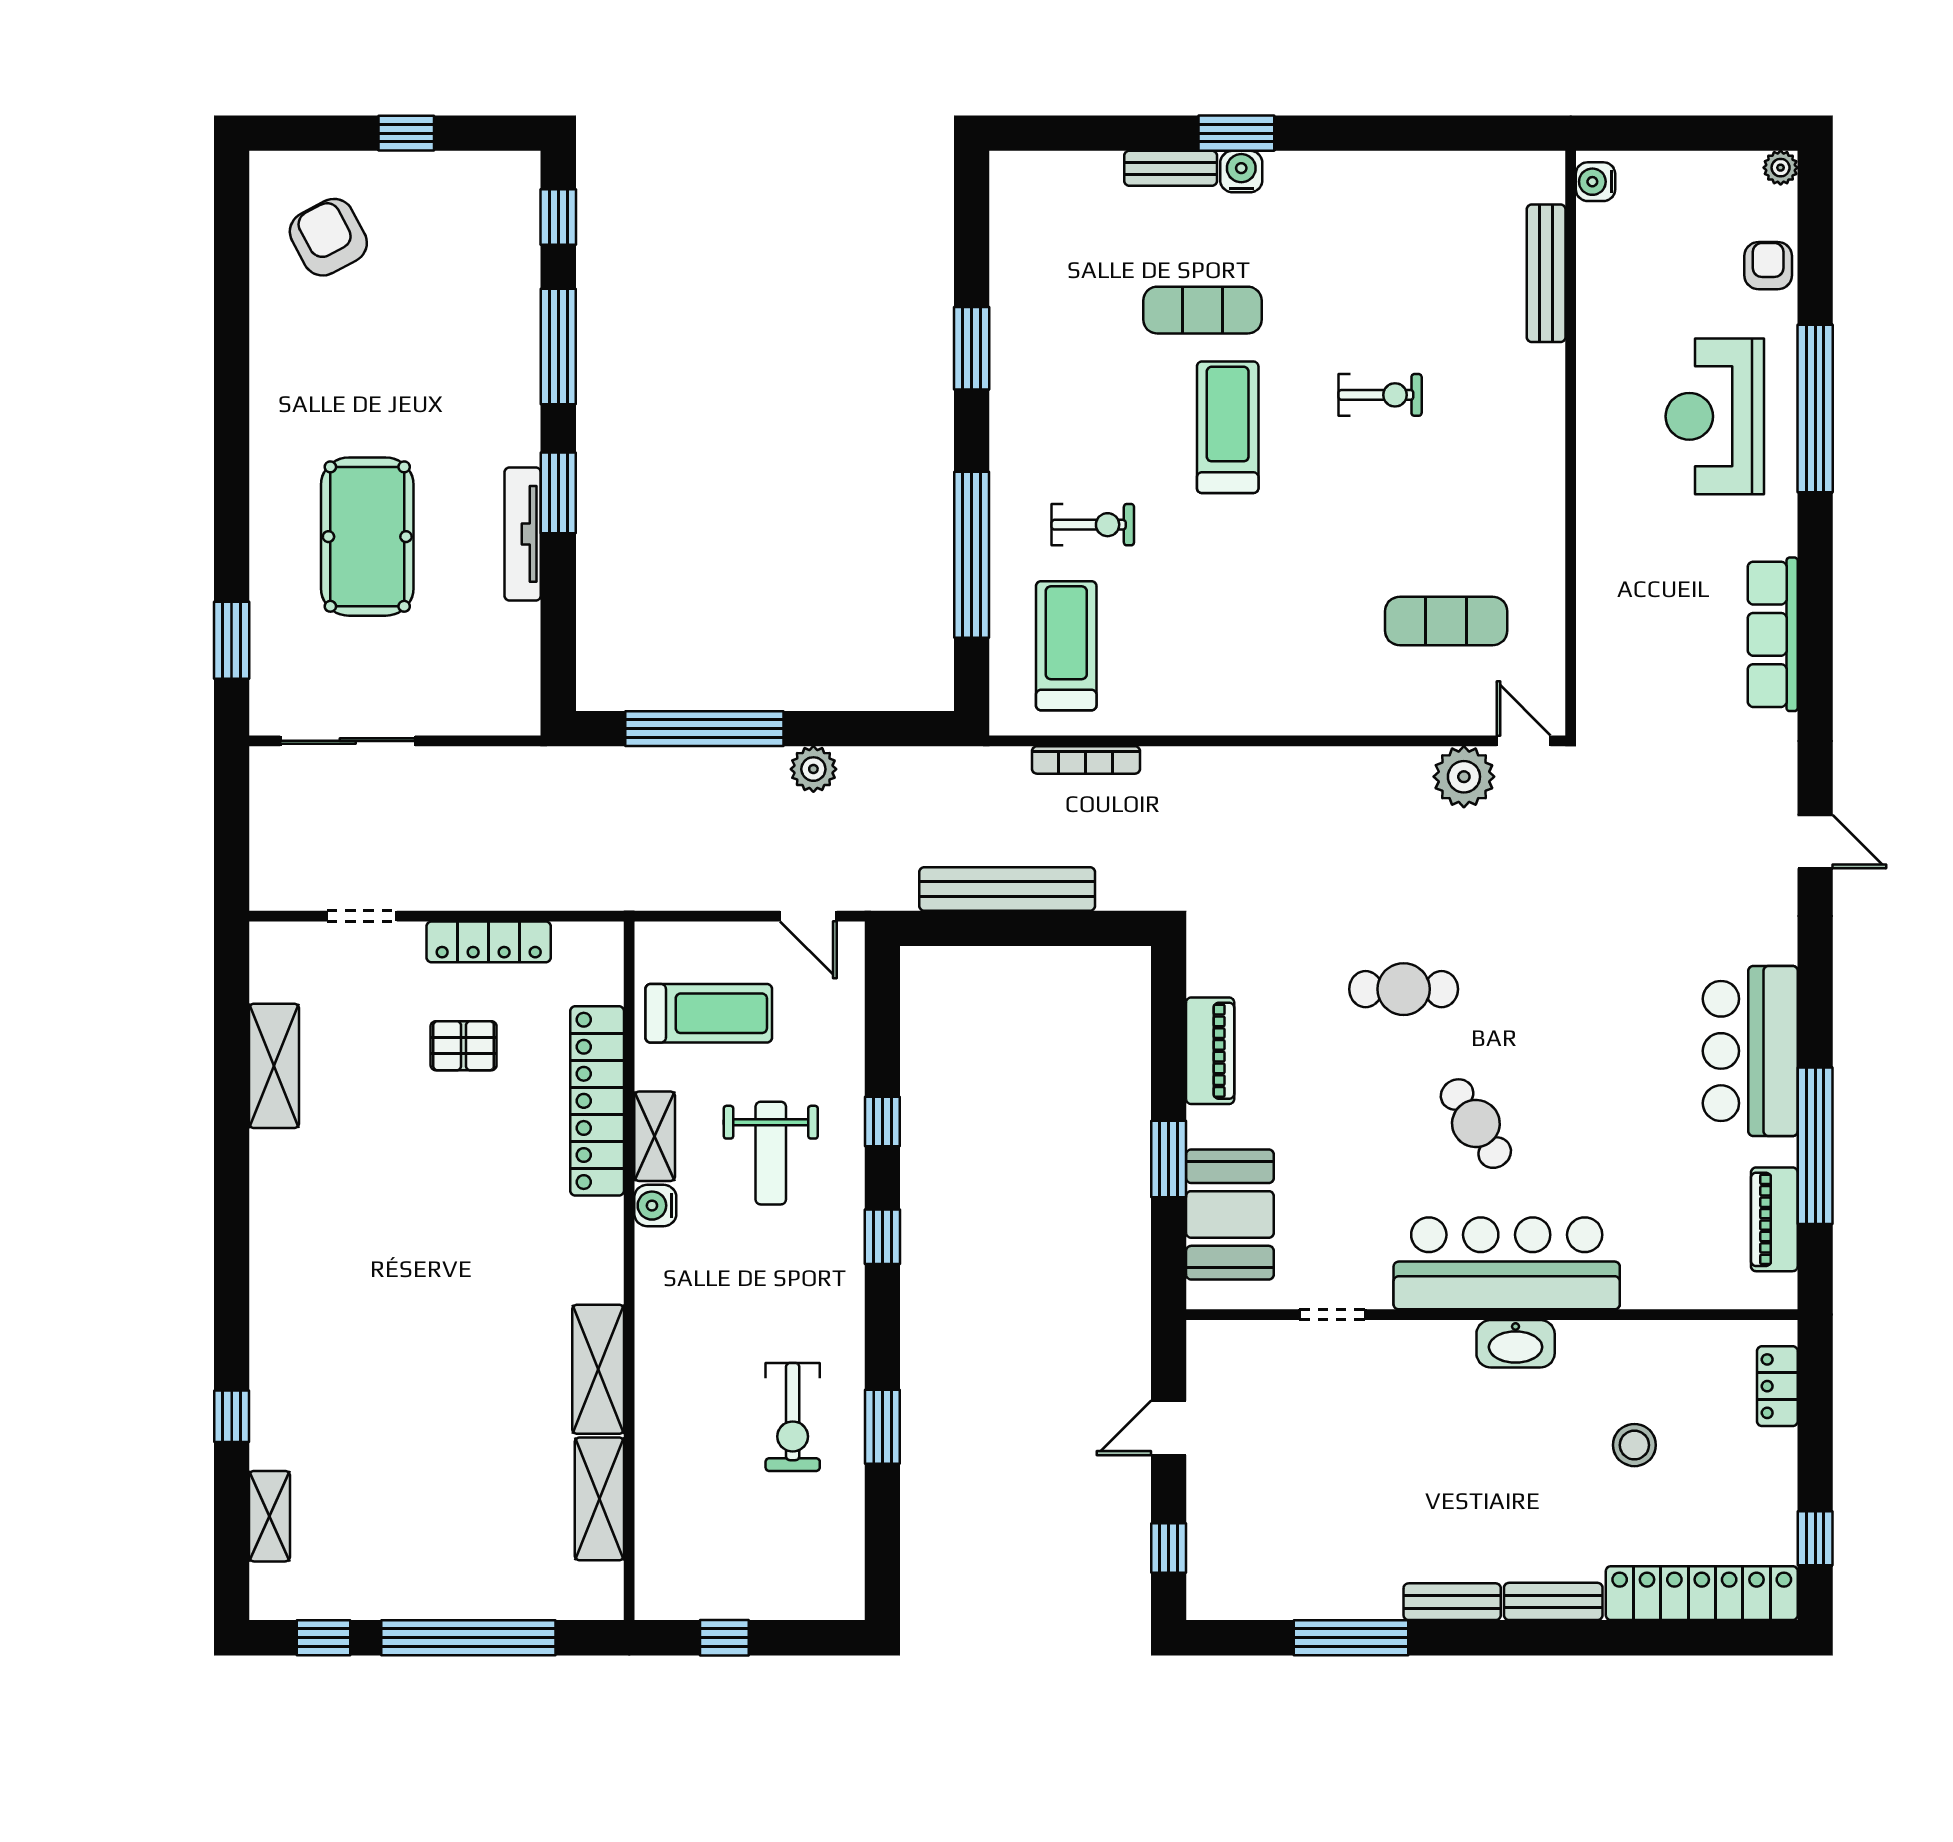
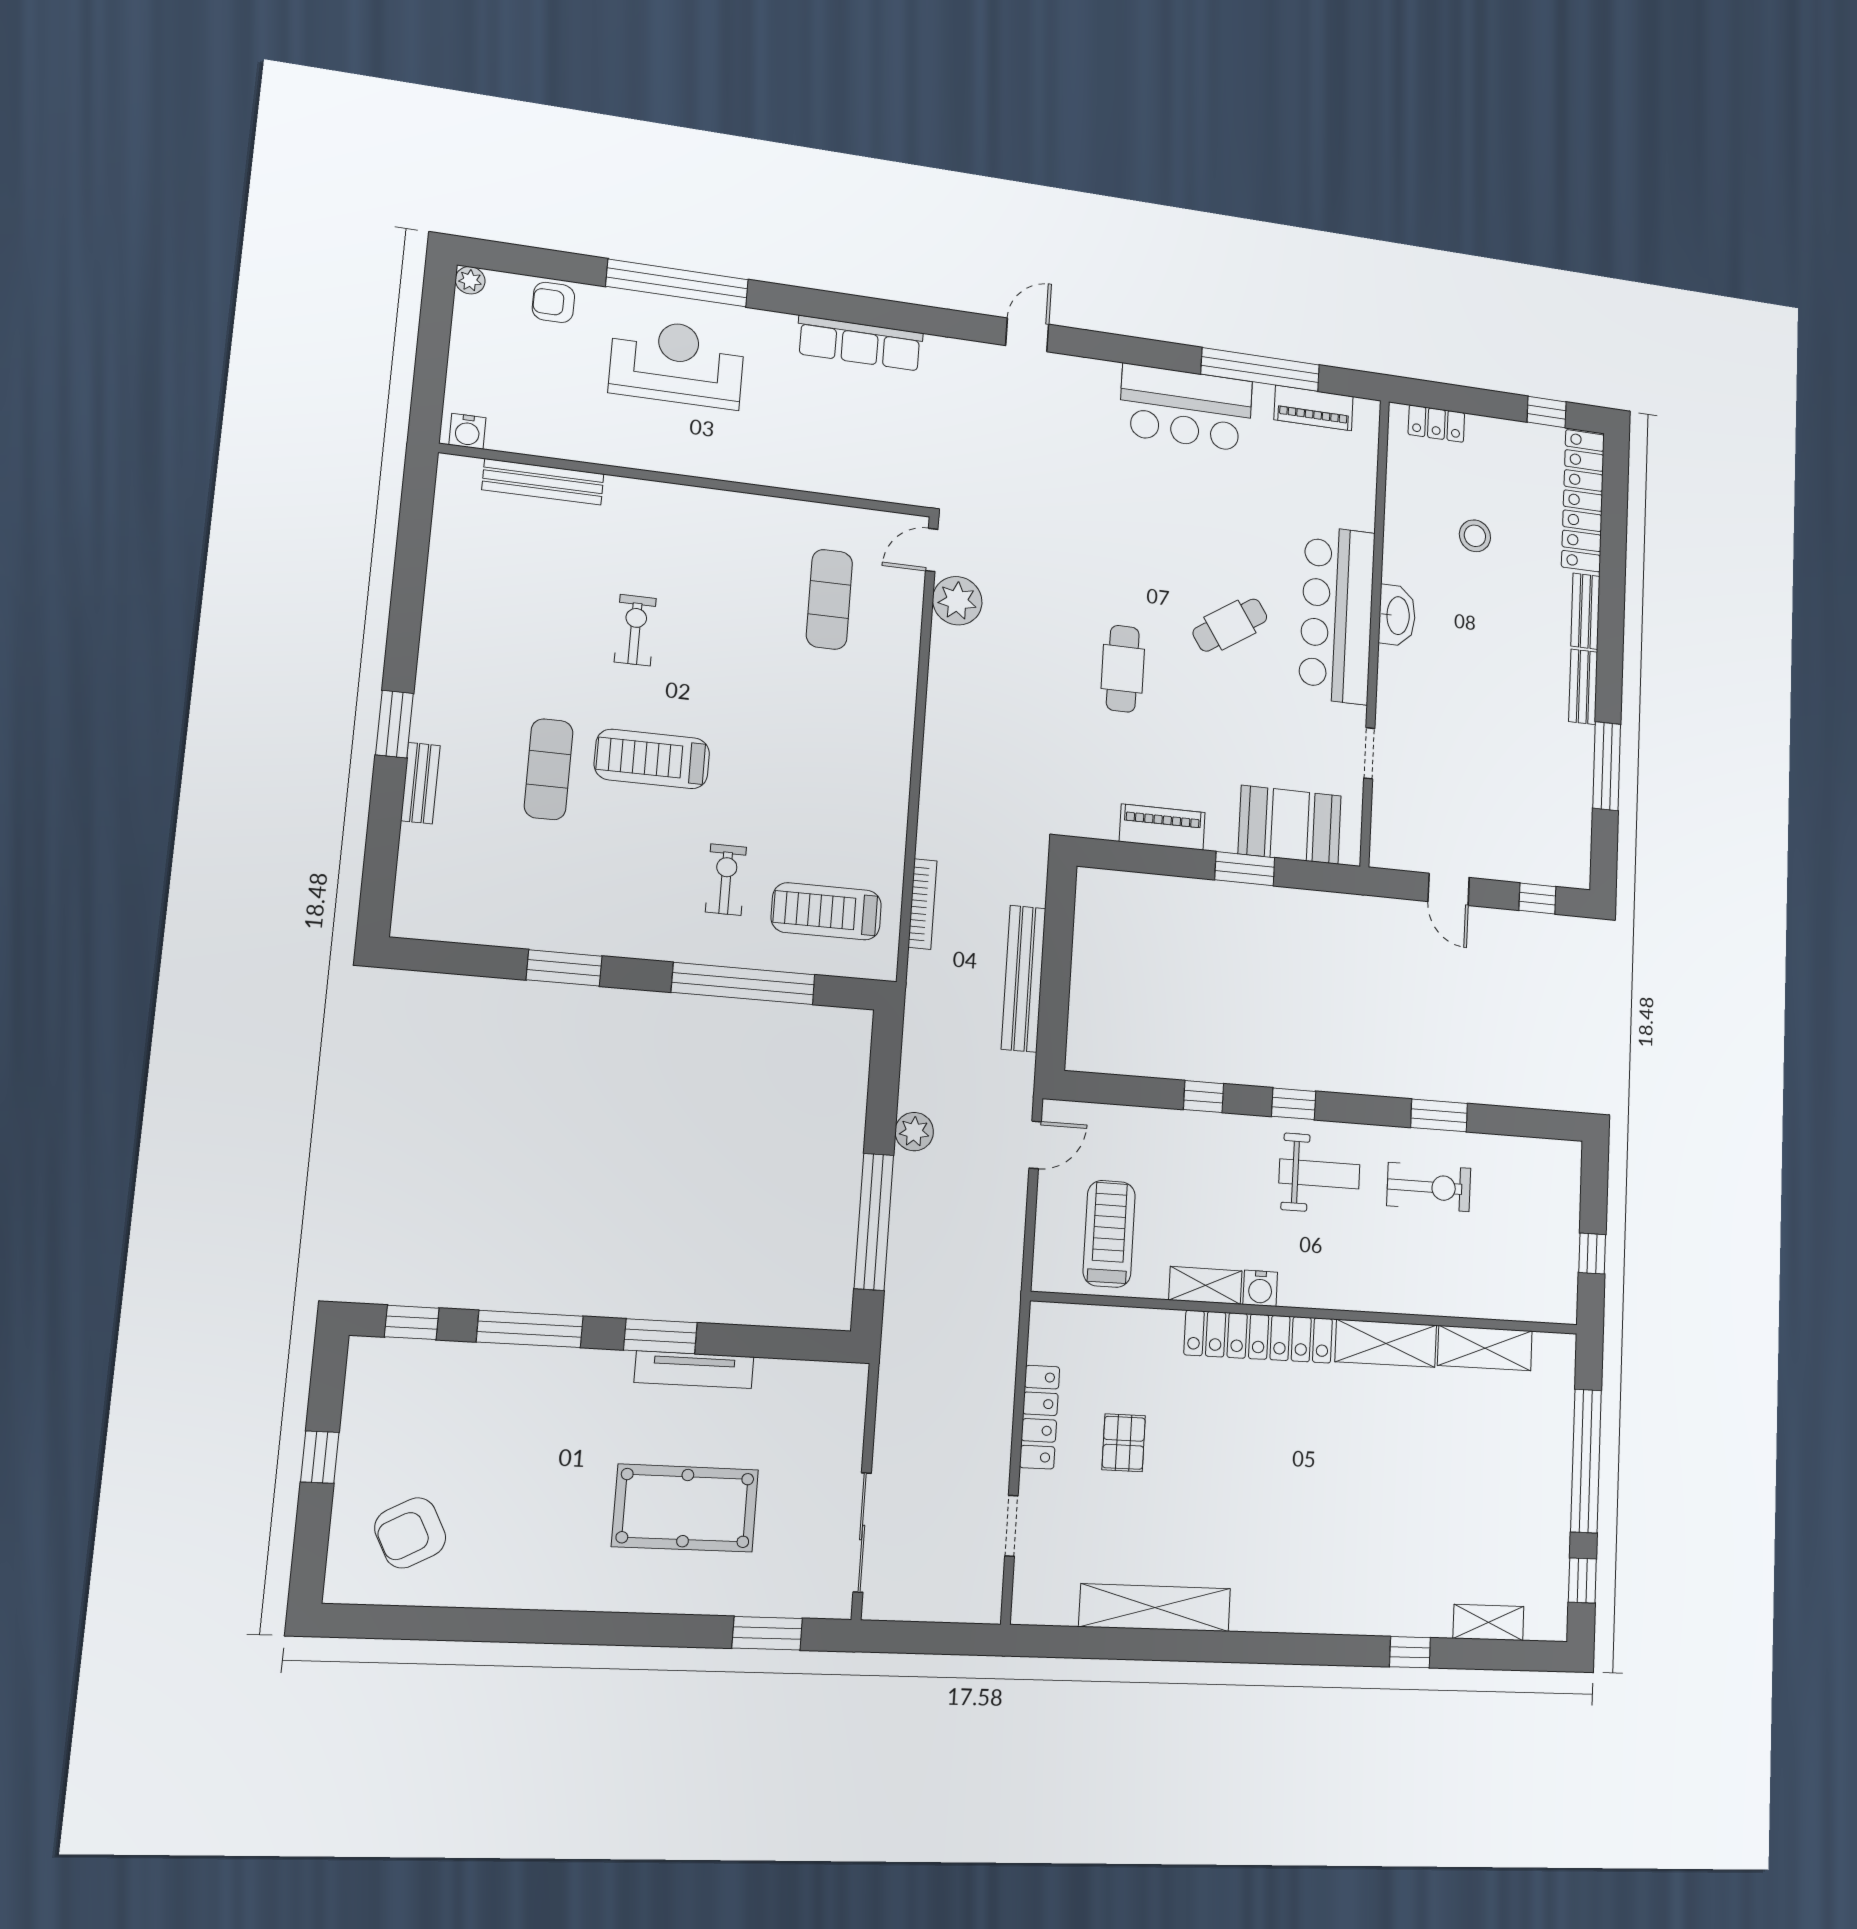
water cooler: (1241, 172) -> (429, 724), removed
reception desk: (1715, 416) -> (677, 363), turned 180
shelving: (274, 1066) -> (1155, 1608), width x1.47
locker: (597, 1101) -> (1259, 1337), moved
weight bench: (771, 1153) -> (1319, 1174), moved

